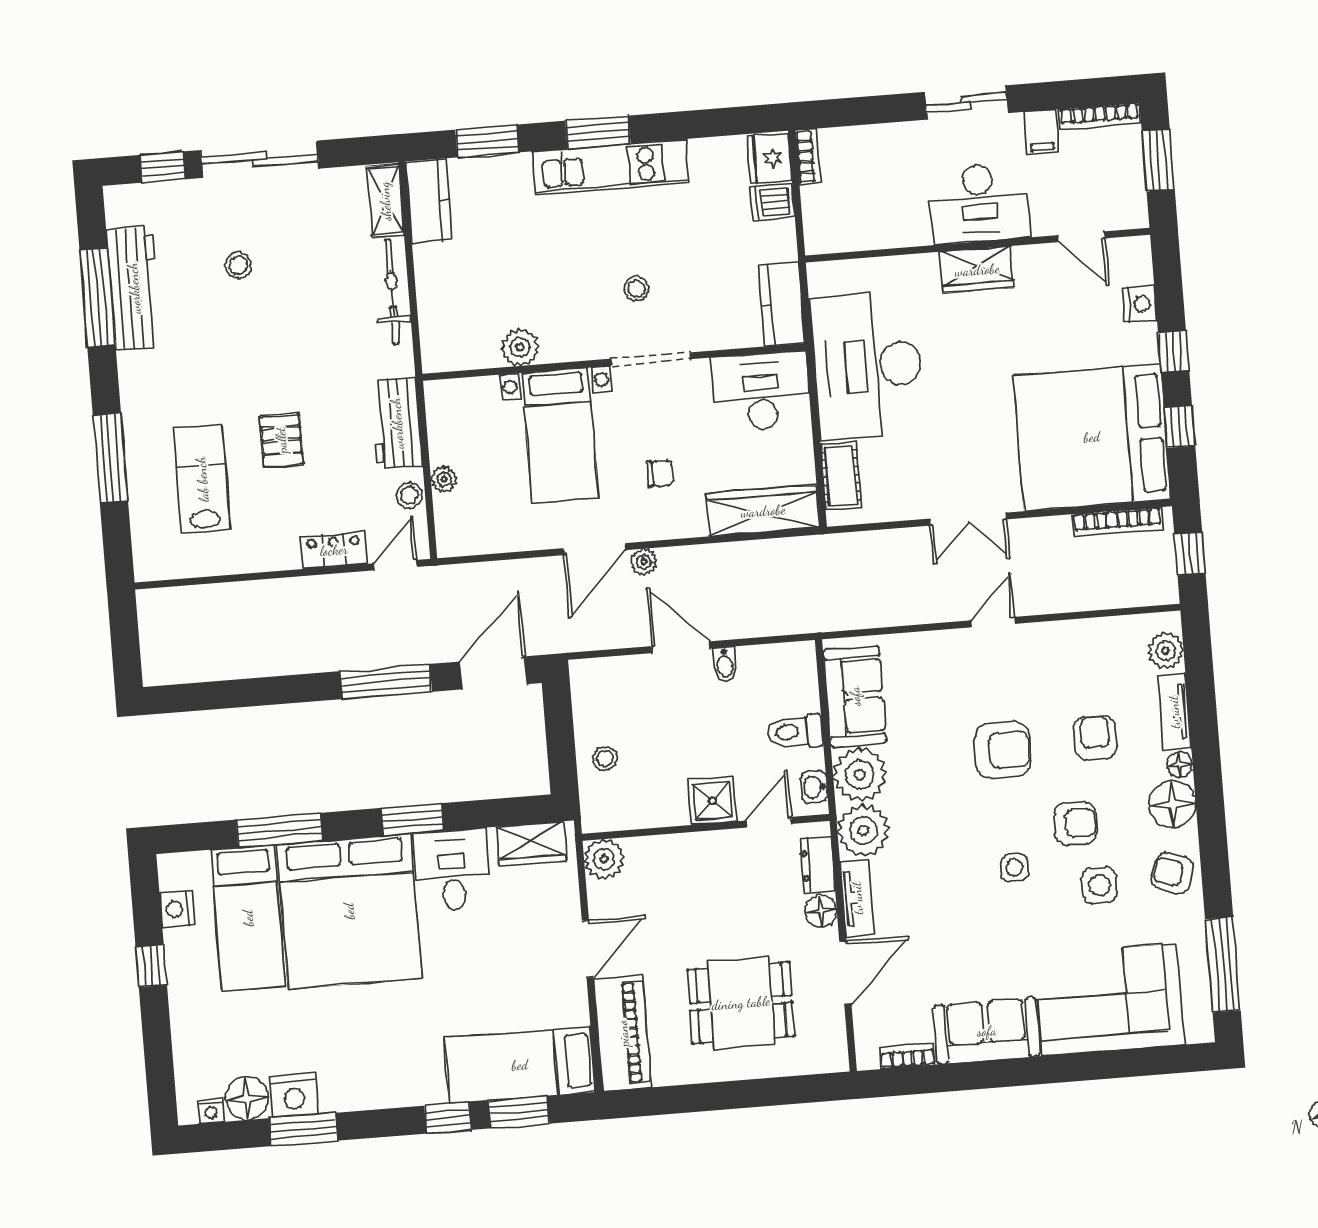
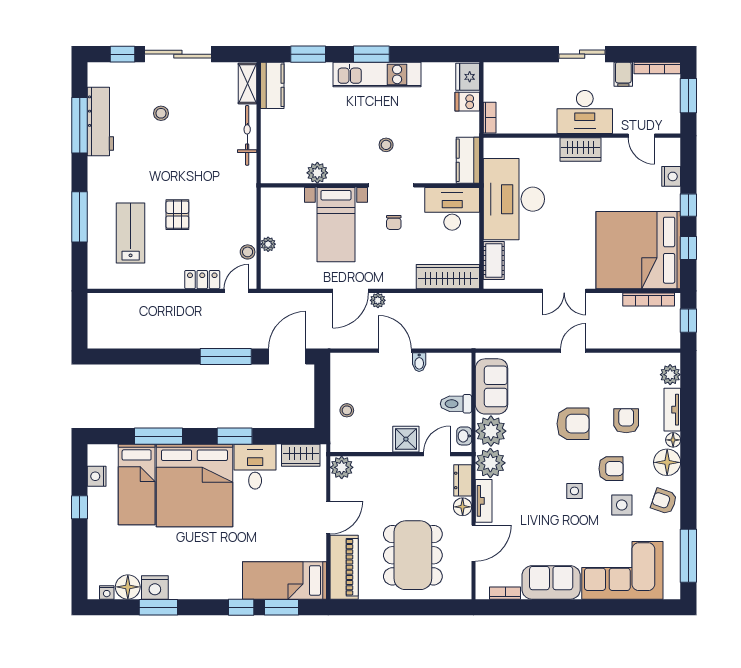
bookcase: (808, 156) -> (490, 118), moved
workbench: (397, 423) -> (244, 210), removed
chair: (660, 473) -> (394, 222), moved, turned 90
dining table: (741, 1003) -> (413, 555), width x1.38

